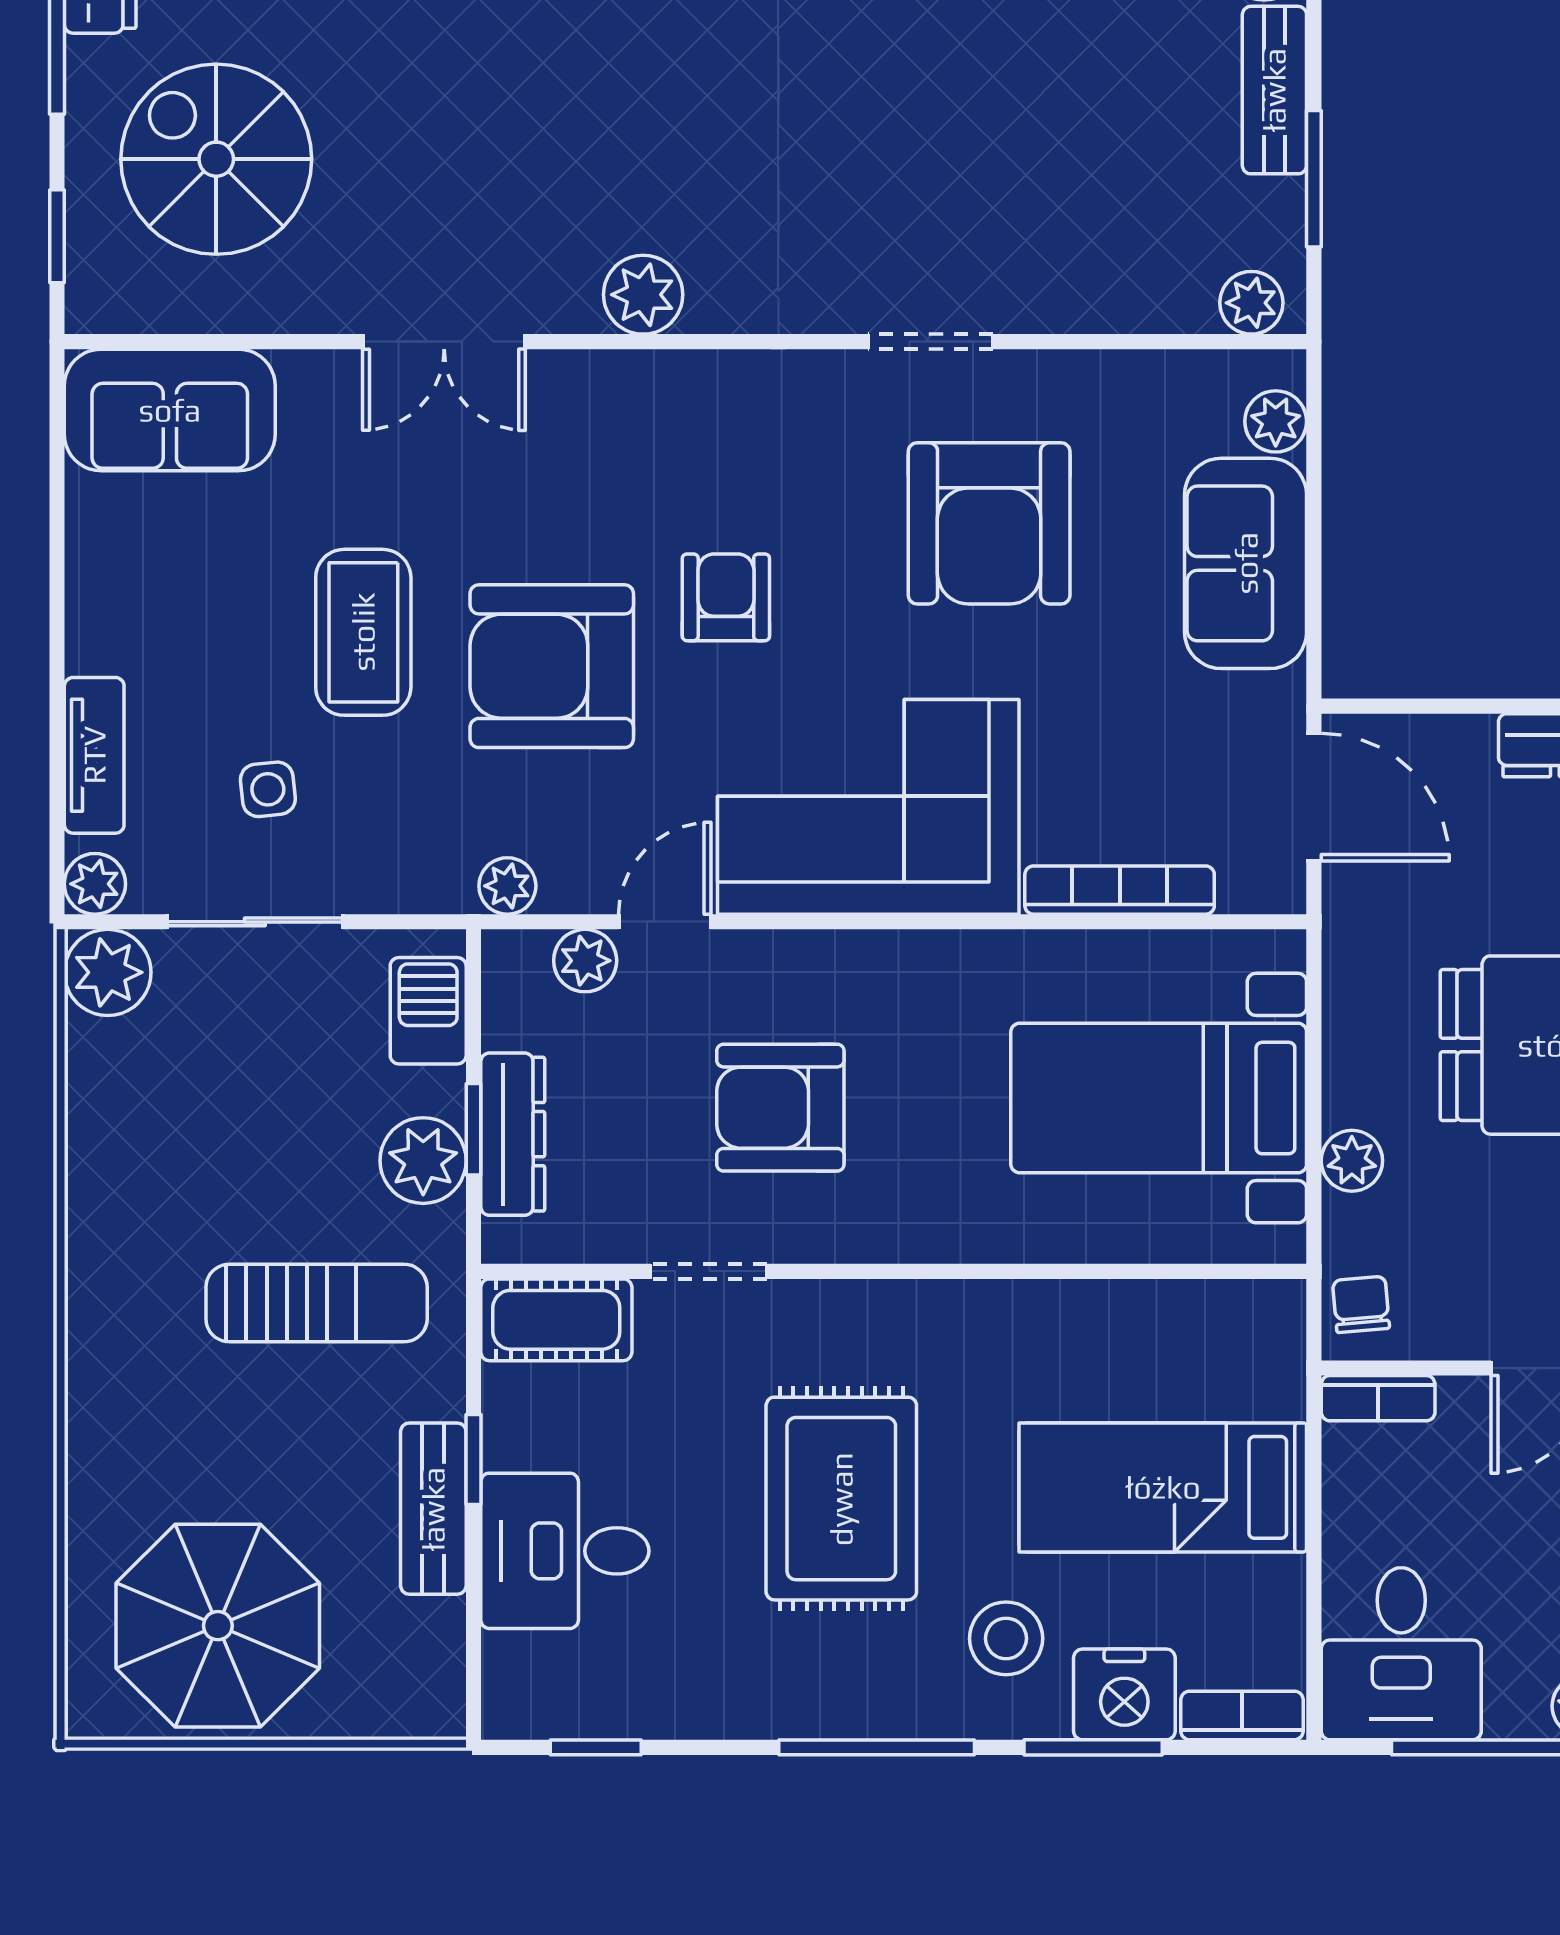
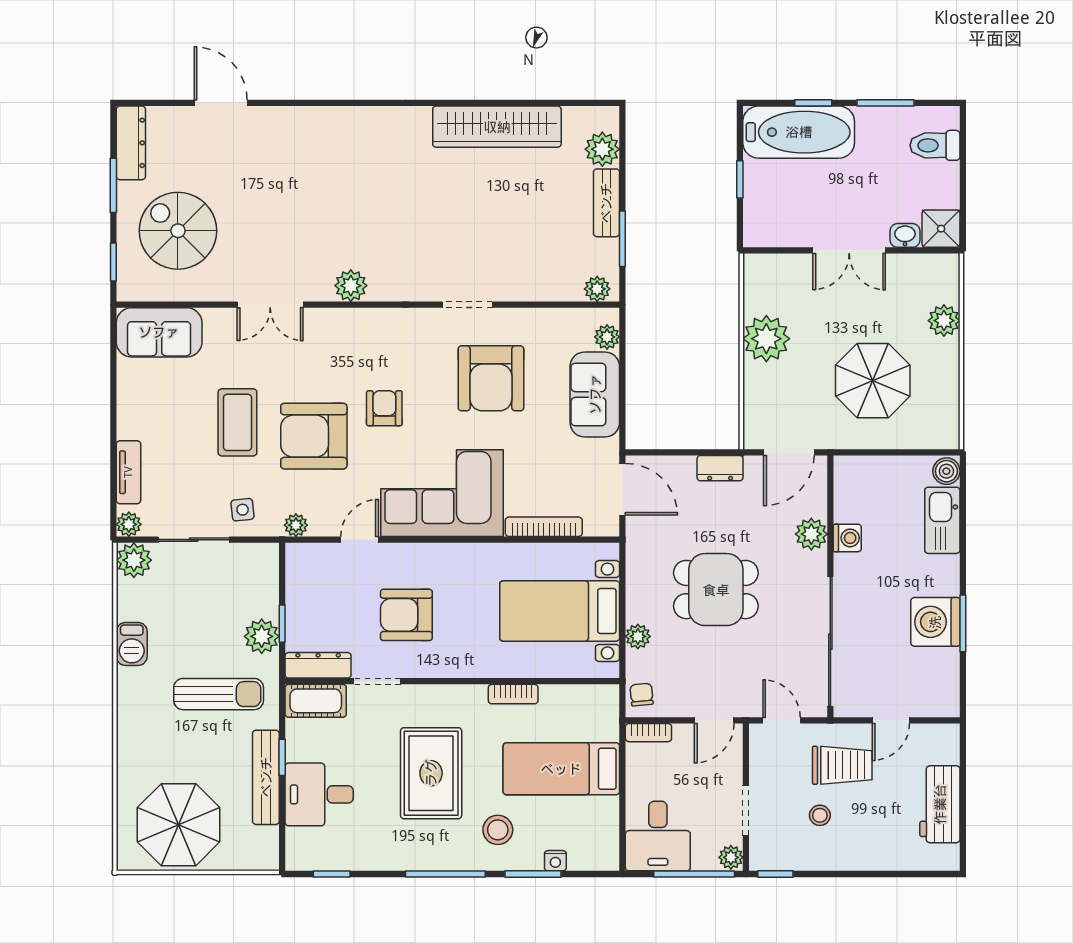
side table: (268, 789) -> (243, 510), moved
plant: (585, 961) -> (327, 555), removed
barbecue: (428, 1011) -> (132, 644), moved, turned 180
dresser: (513, 1134) -> (318, 665), moved, turned -90
bench: (433, 1509) -> (266, 777), width x1.36
nightstand: (1124, 1694) -> (555, 861), width x0.53, depth x0.56
bookcase: (1242, 1715) -> (513, 694), moved, turned 180

